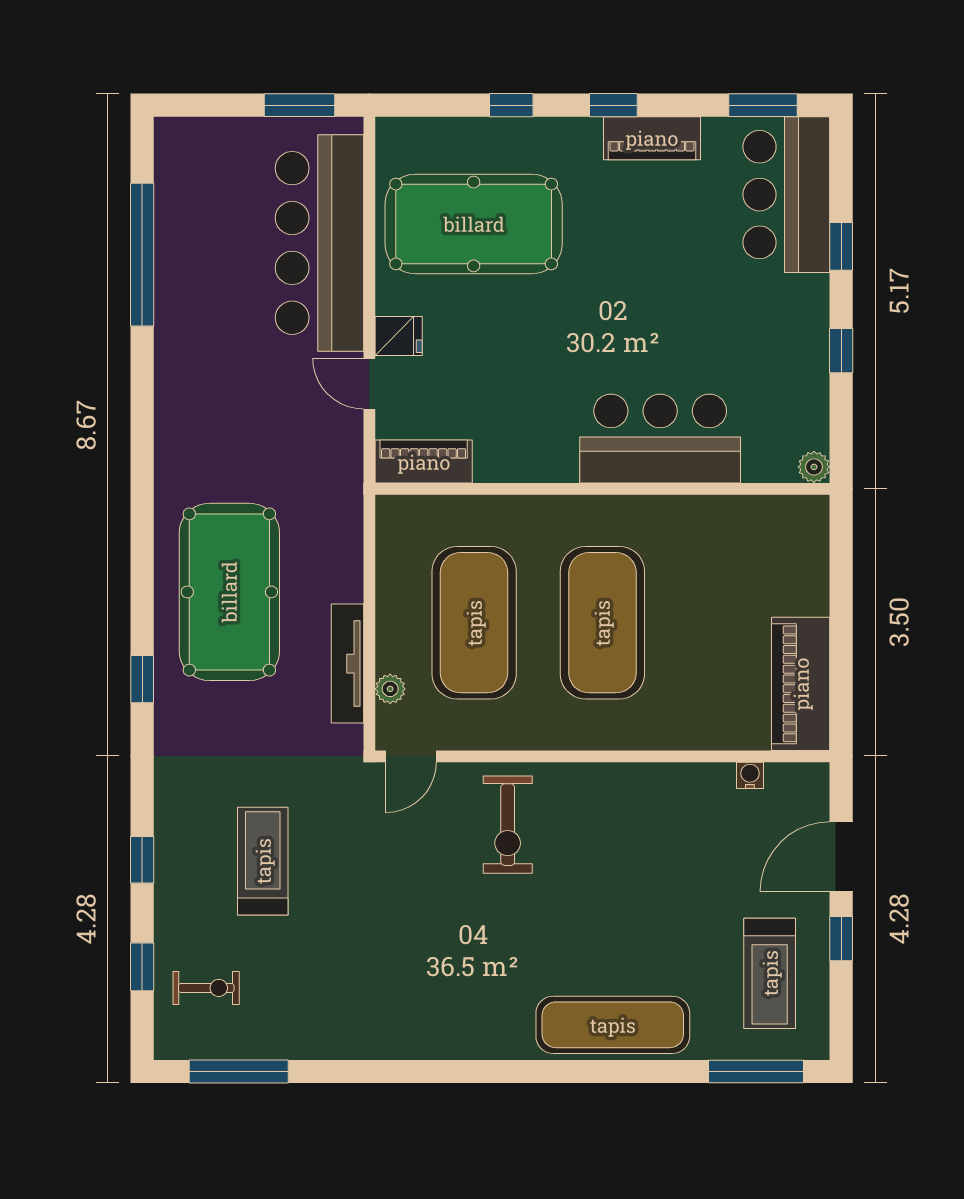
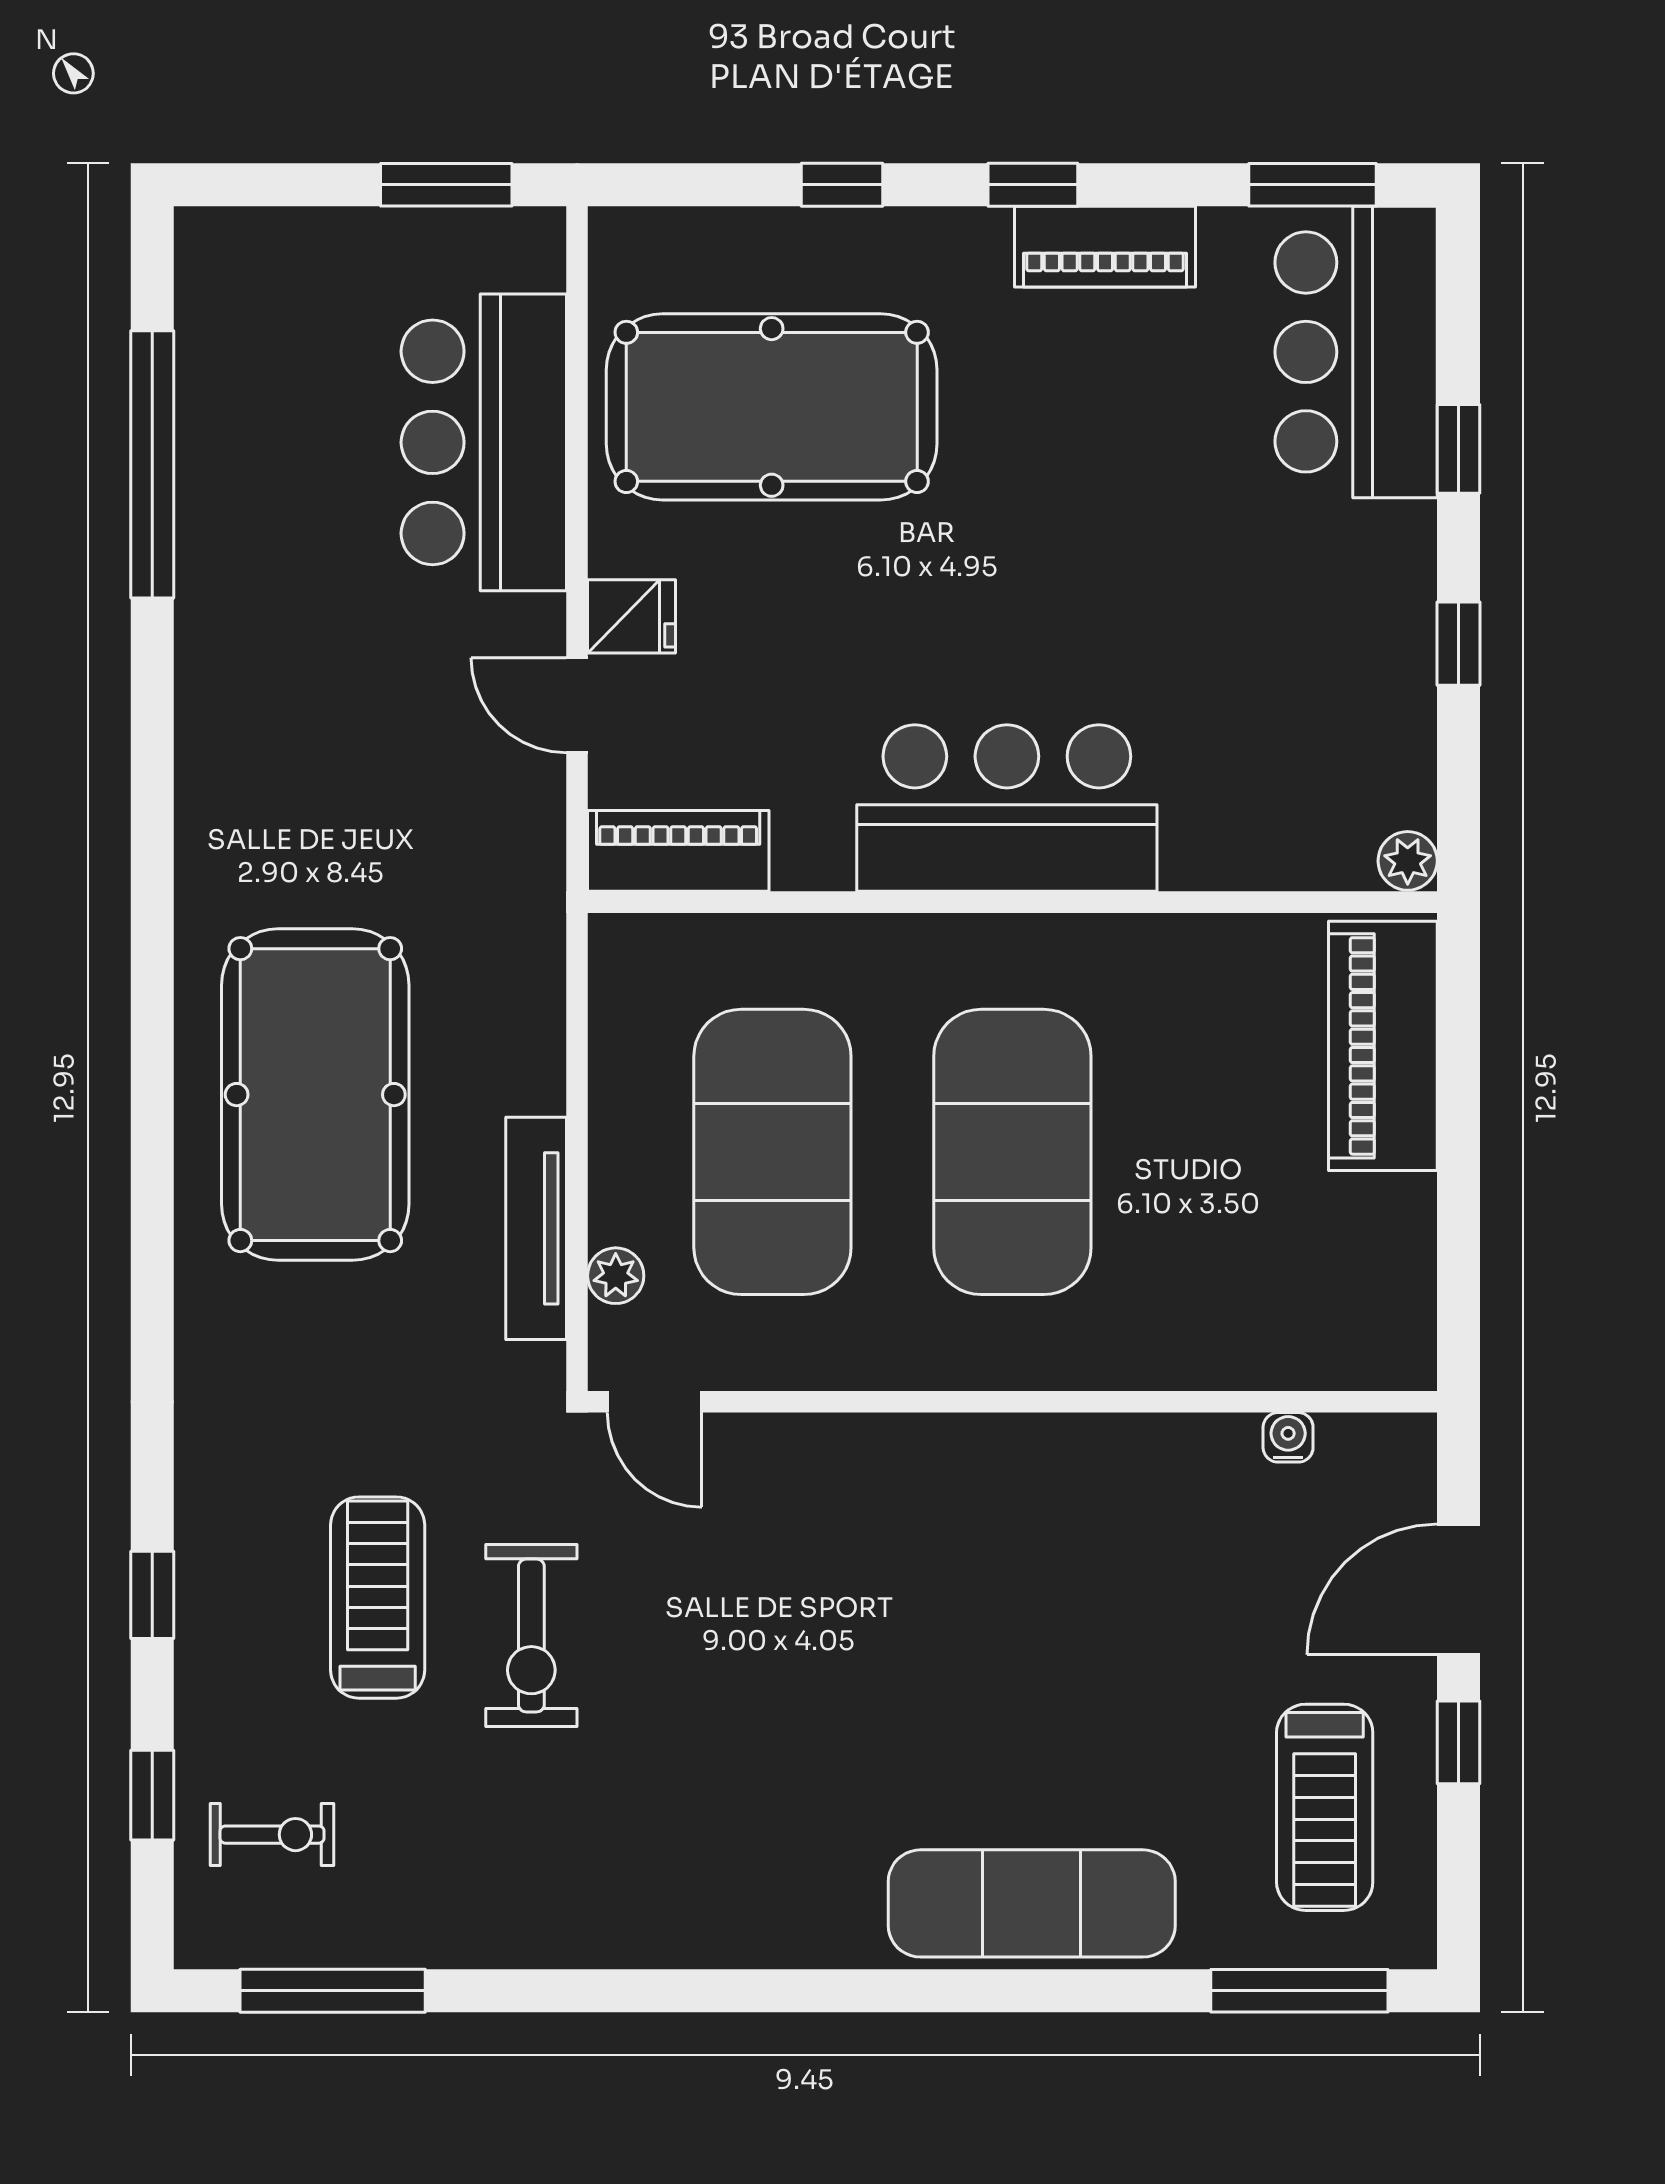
bar counter: (320, 243) -> (484, 442), width x0.73
bar counter: (660, 439) -> (1007, 808), moved
window: (142, 679) -> (152, 1257), removed
piano: (801, 684) -> (1383, 1046), moved
door: (411, 756) -> (655, 1402), hinge flipped
exercise bike: (508, 825) -> (531, 1636), moved

